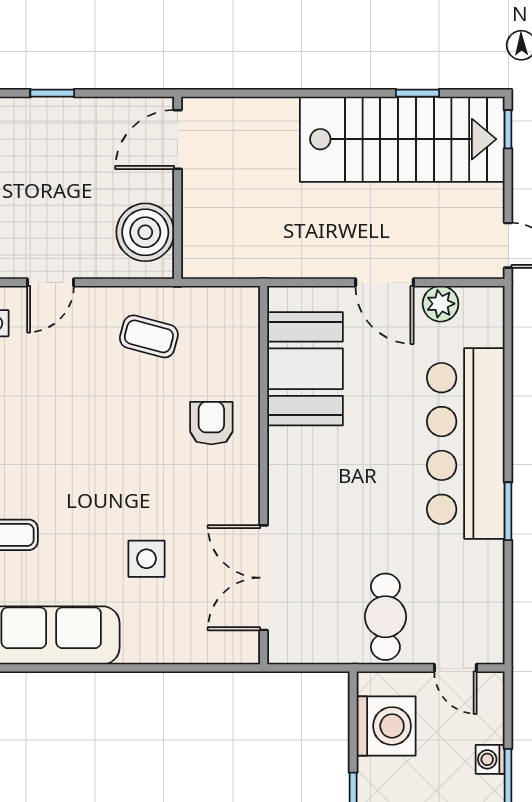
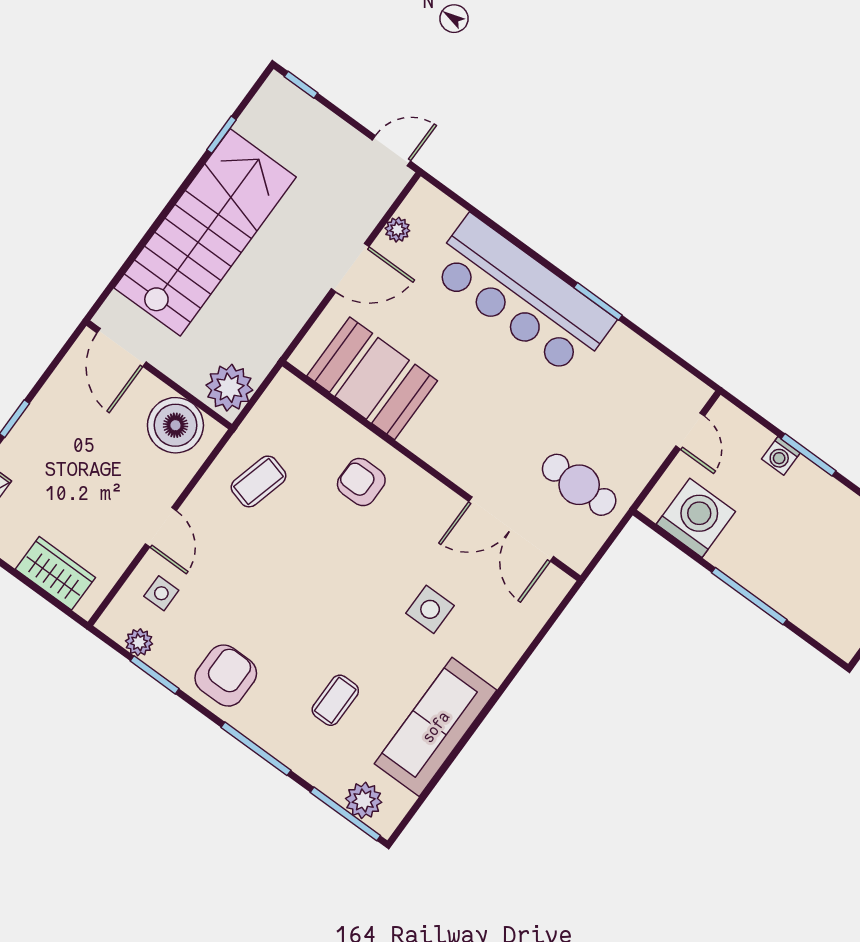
stairs: (402, 139) -> (205, 232), moved
plant: (210, 255) -> (229, 388), added
plant: (441, 304) -> (397, 230), width x0.73, depth x0.73
cafe table: (385, 617) -> (579, 485), moved
door: (455, 668) -> (690, 431), hinge flipped

